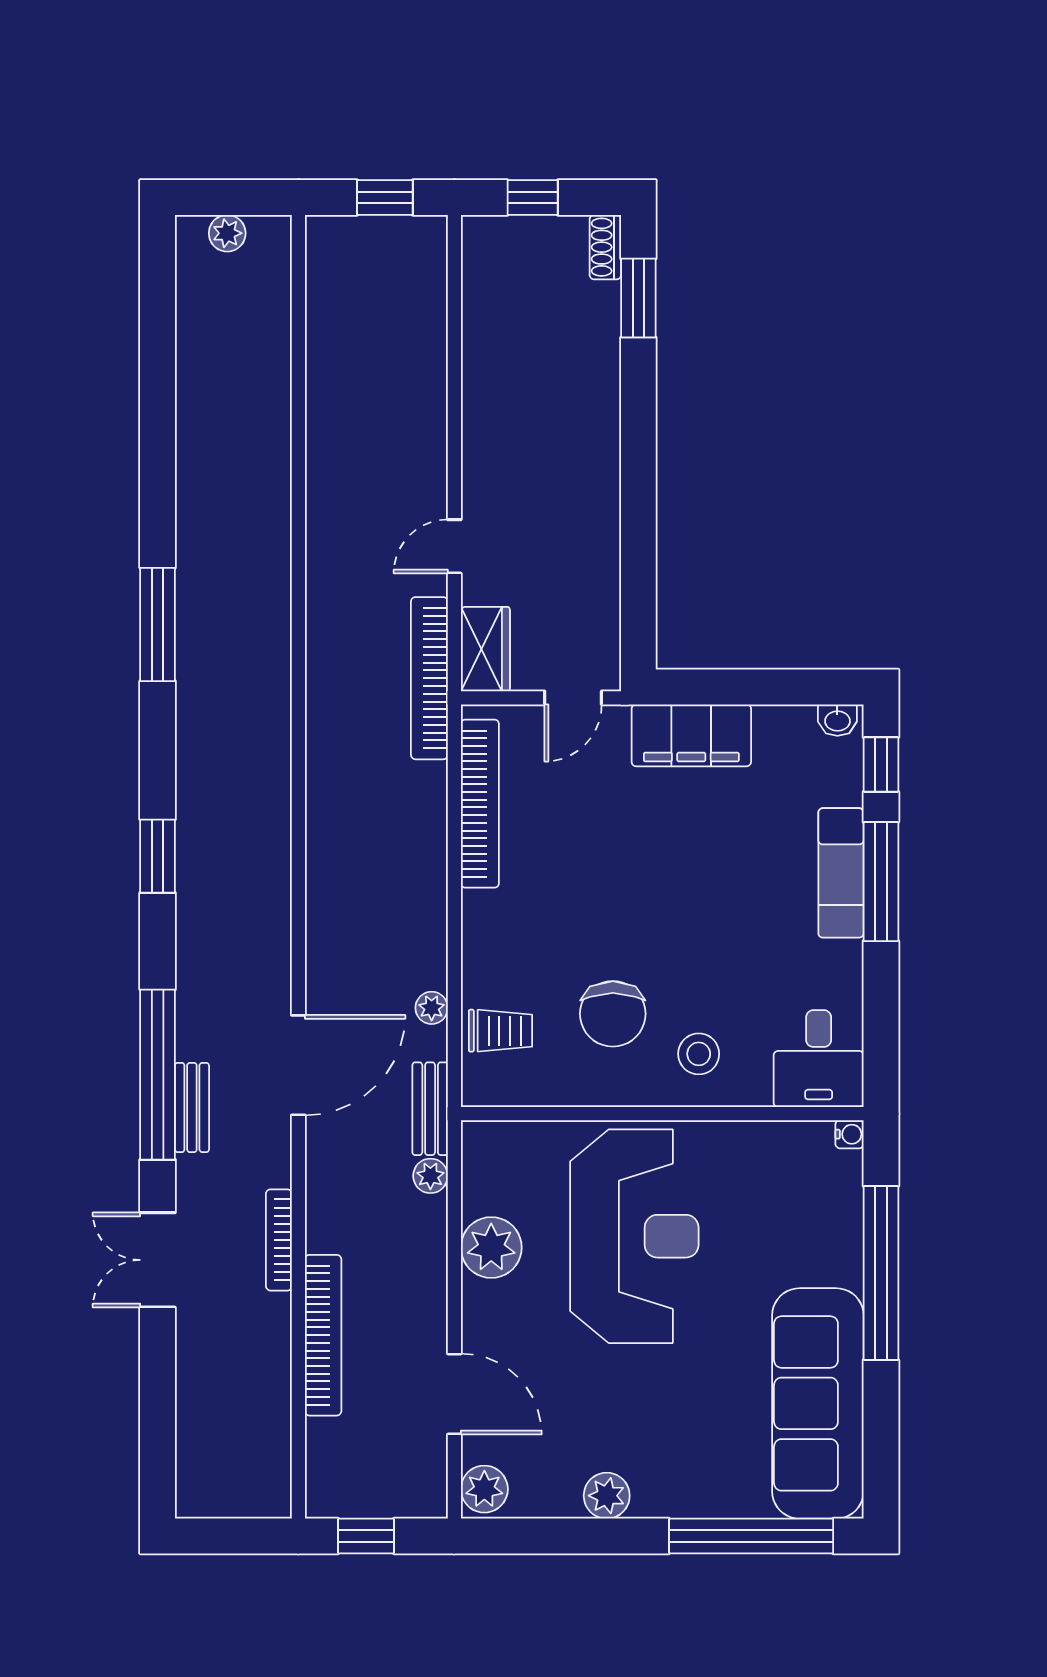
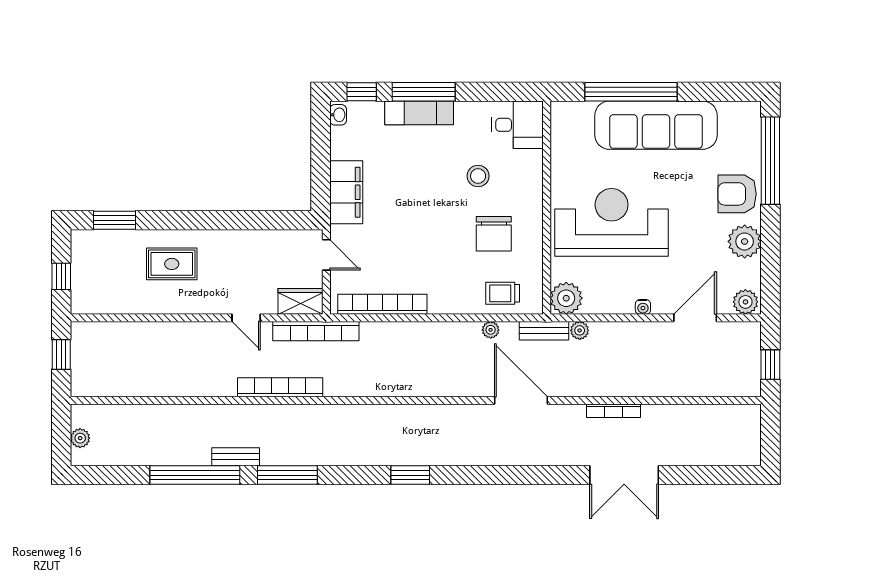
shoe rack: (605, 247) -> (88, 238), removed
rug: (556, 406) -> (172, 264), added
chair: (613, 1014) -> (494, 234), turned 90
trolley: (500, 1031) -> (503, 293), turned -90
stool: (699, 1054) -> (478, 176), moved
window: (158, 1075) -> (195, 475), moved
bench: (192, 1107) -> (236, 457), moved
water cooler: (850, 1134) -> (643, 307), moved, turned 180
plant: (491, 1248) -> (566, 298), moved
double door: (158, 1260) -> (624, 475), width x1.37
bookcase: (323, 1335) -> (280, 387), moved
sofa: (818, 1403) -> (656, 125), moved
armchair: (688, 1473) -> (737, 194), added
plant: (607, 1496) -> (745, 241), width x1.36, depth x1.36

